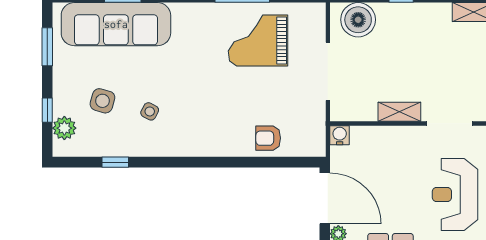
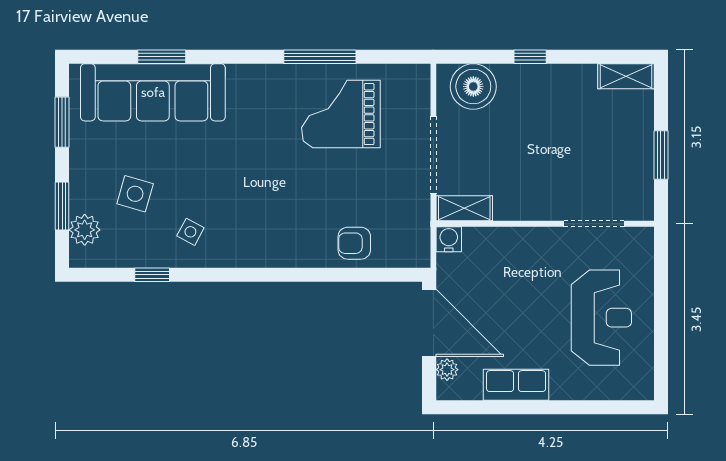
window: (47, 110) -> (62, 206), width x1.50
side table: (150, 111) -> (190, 232), moved
shelving: (399, 112) -> (464, 208), moved
reception desk: (455, 194) -> (601, 318), turned 180

